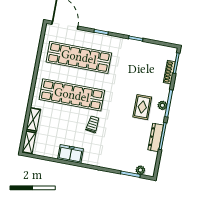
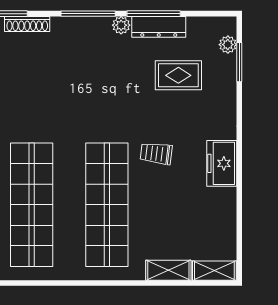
plant: (162, 105) -> (121, 25), moved
rug: (142, 107) -> (178, 75), moved
freezer: (71, 154) -> (222, 163), moved

